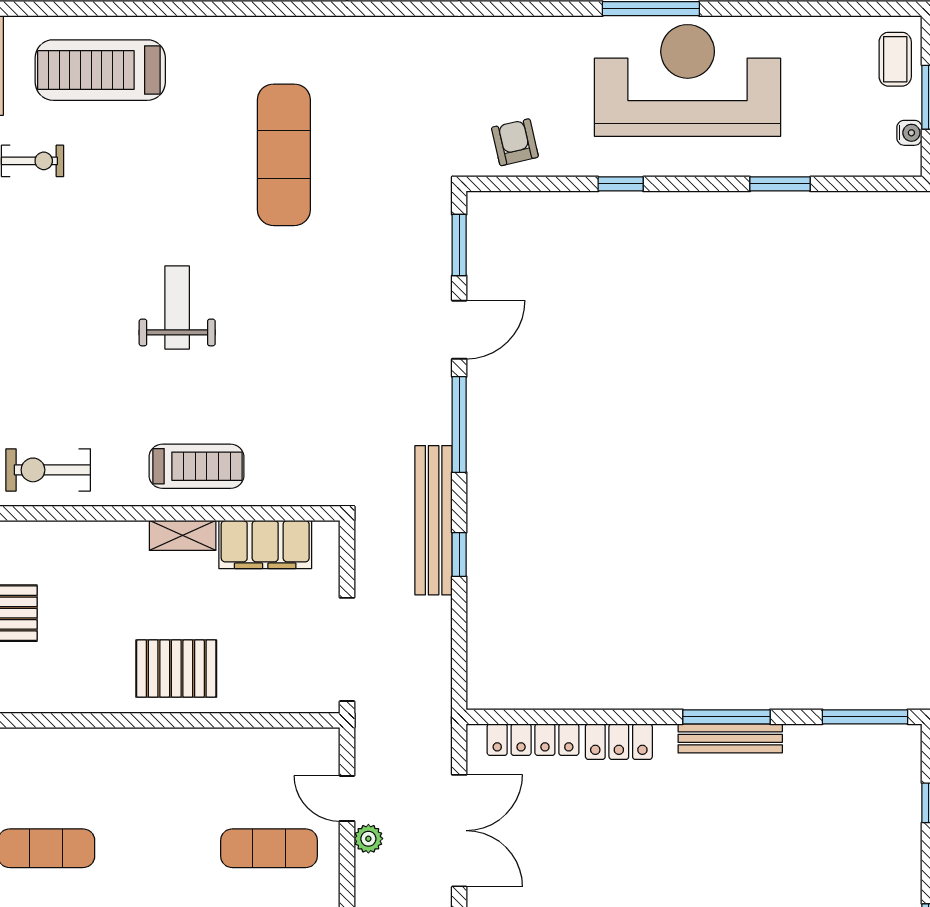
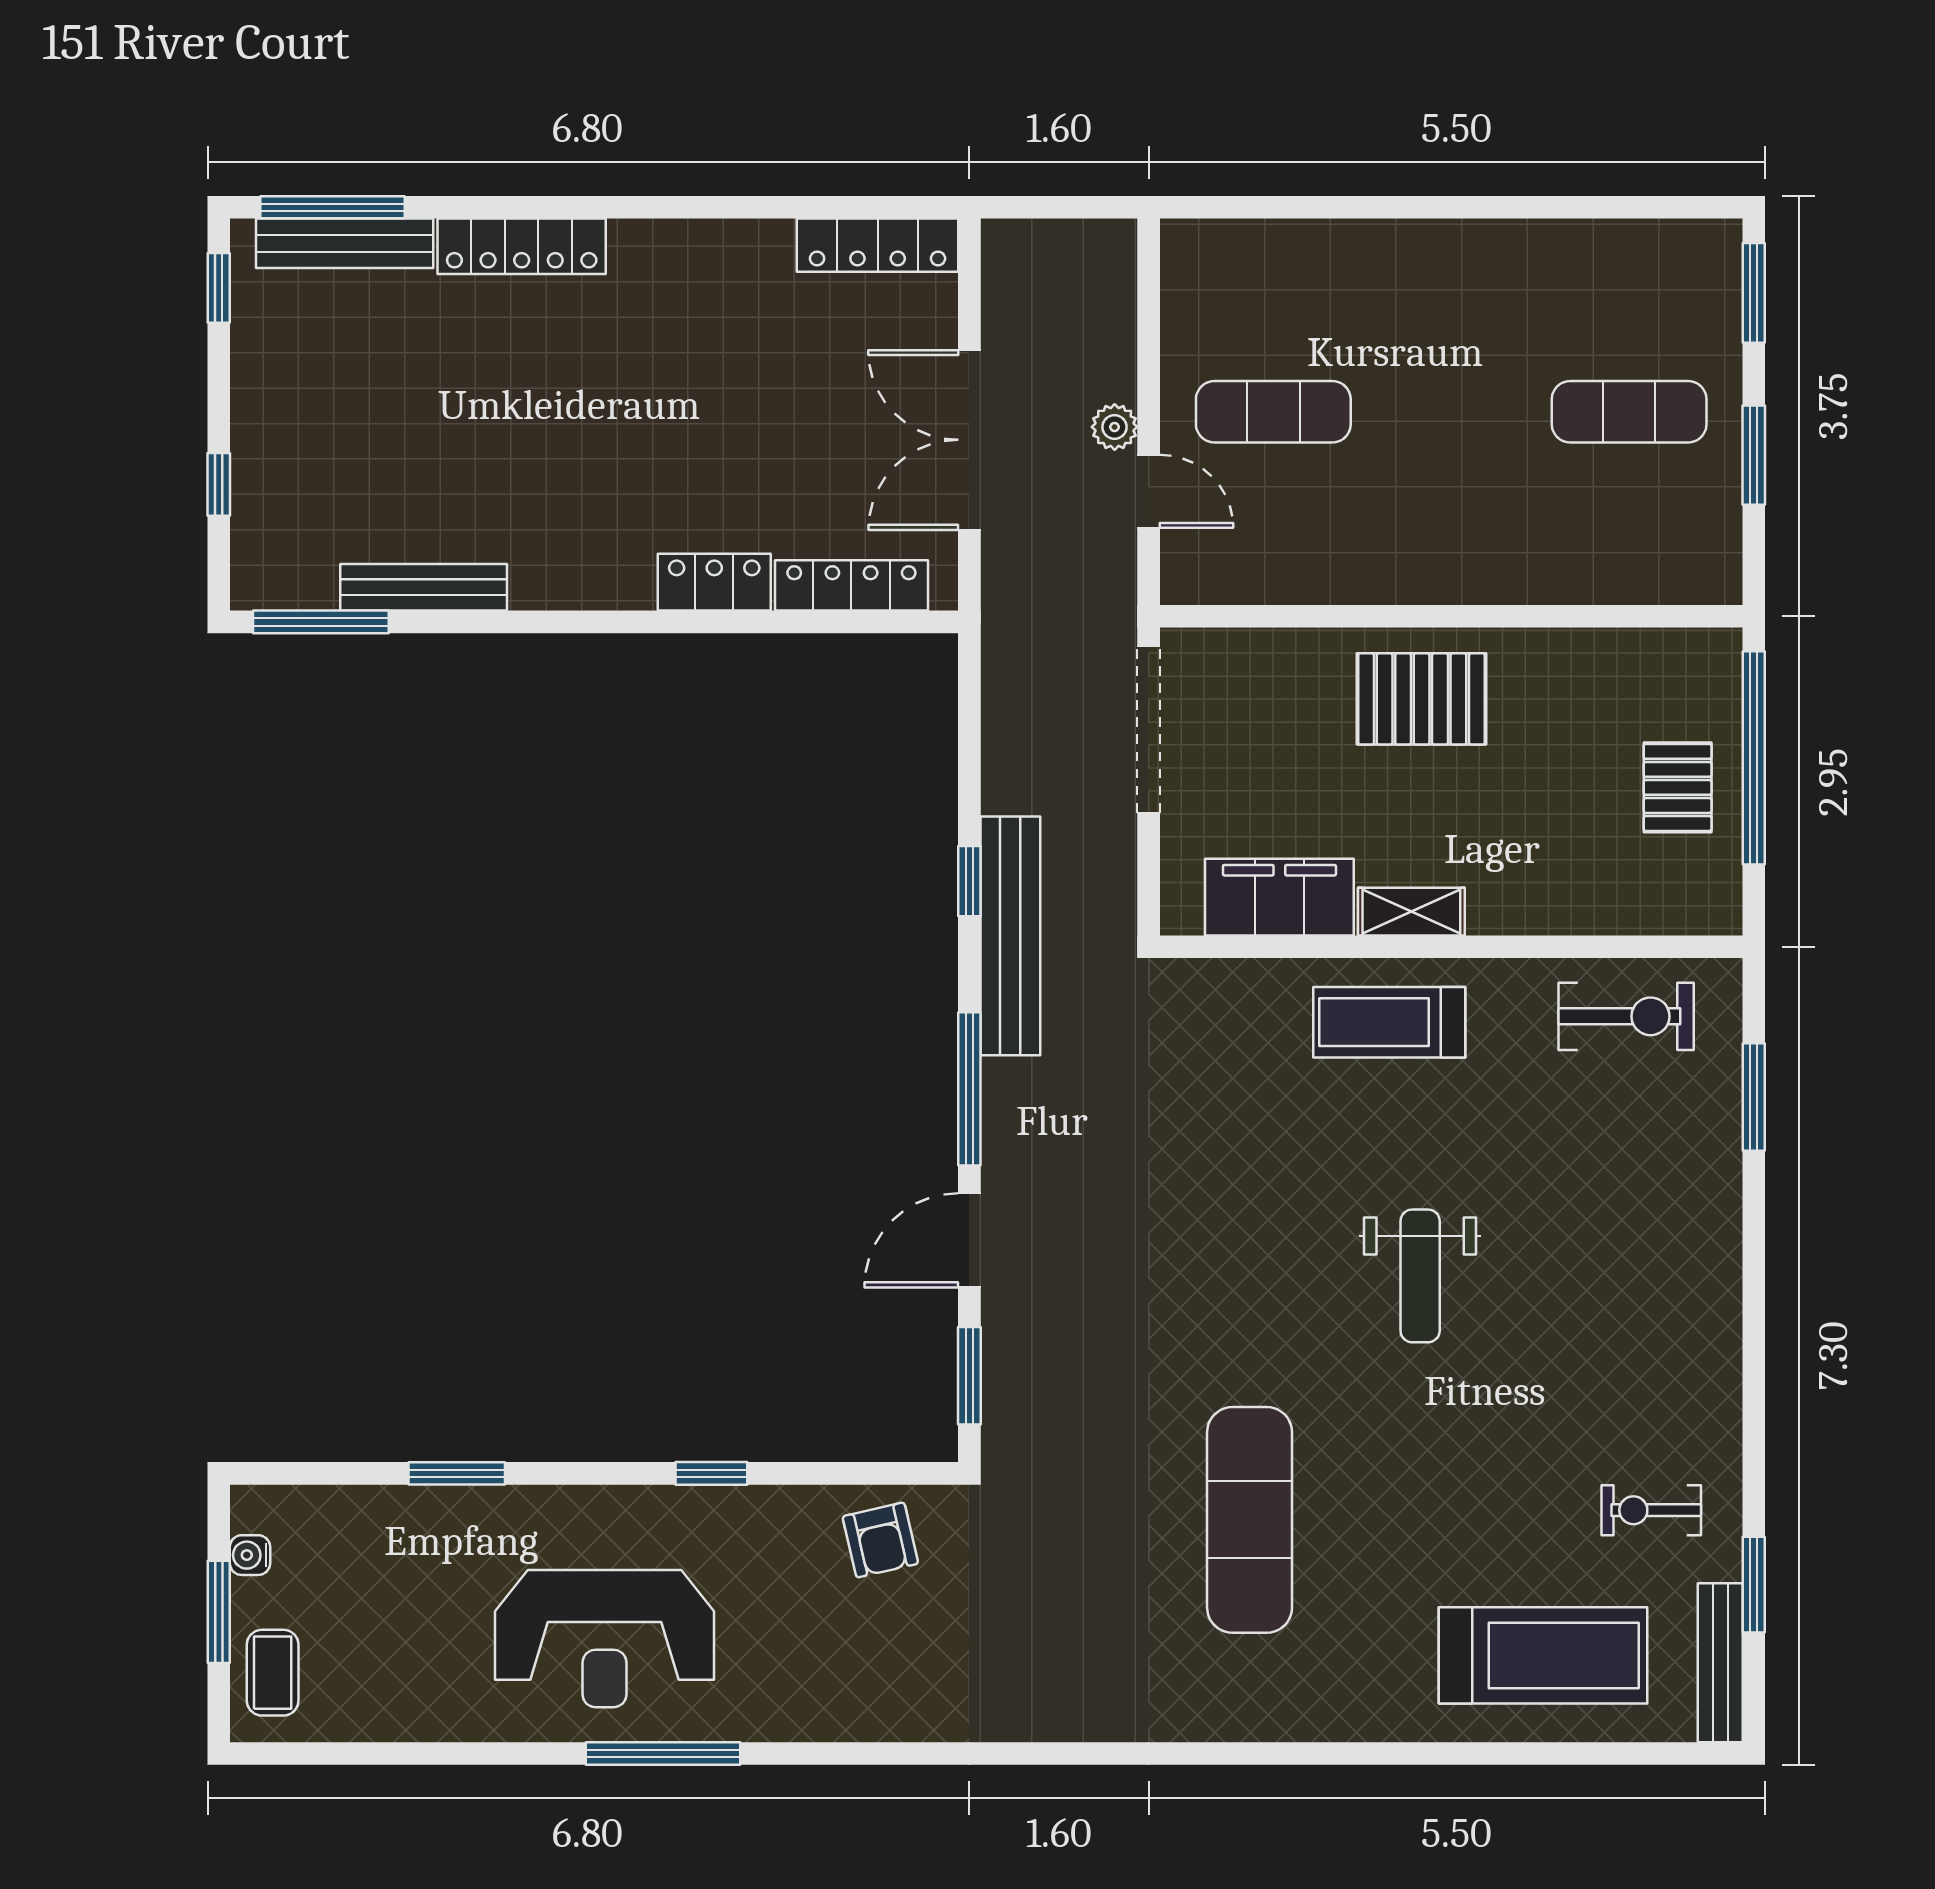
reception desk: (688, 81) -> (604, 1639), width x0.74, depth x0.77
window: (726, 717) -> (542, 622), removed
bench: (730, 738) -> (424, 587), moved

